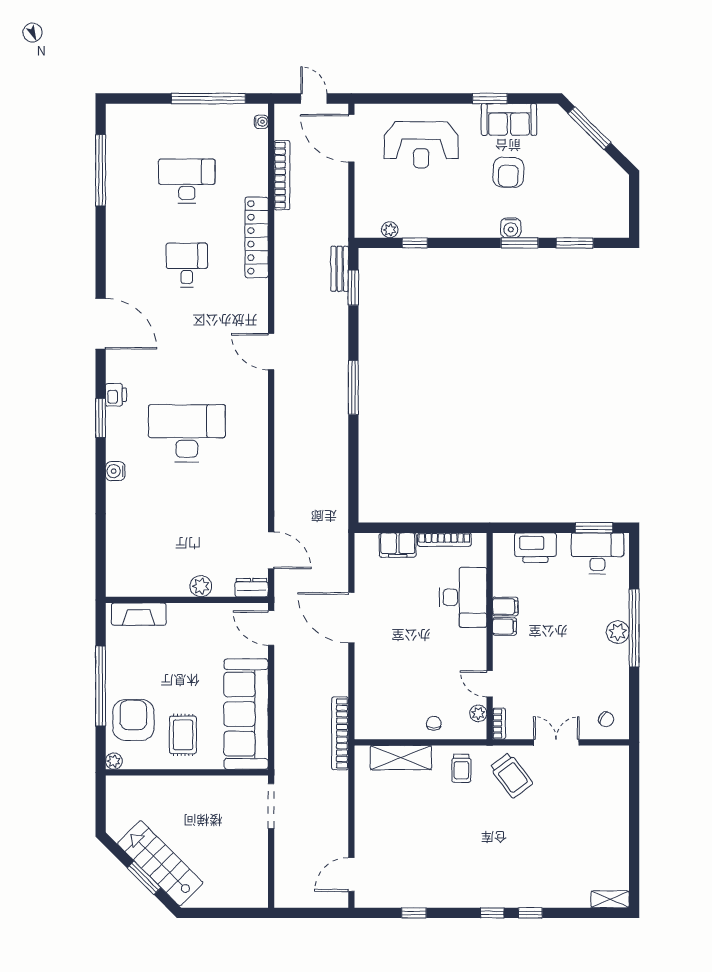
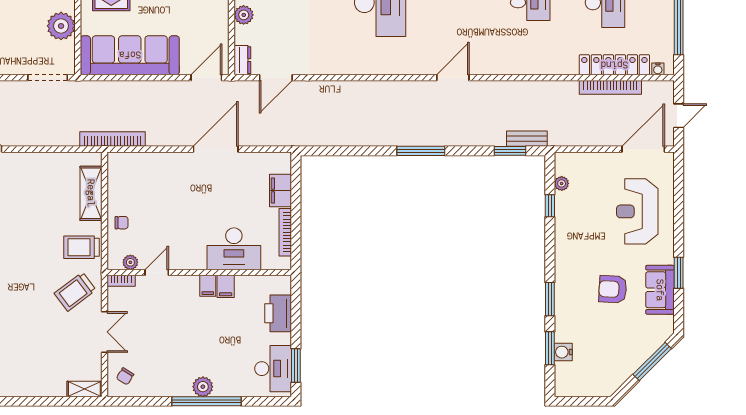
water cooler: (511, 228) -> (563, 352), moved
locker: (257, 237) -> (614, 65), moved
shelving: (620, 765) -> (84, 389), added
trolley: (461, 768) -> (81, 247), width x1.36, depth x1.39
plant: (213, 791) -> (61, 26), added

